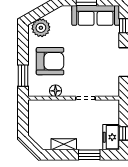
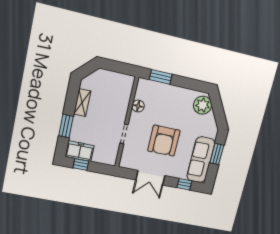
armchair: (50, 61) -> (164, 141), moved

